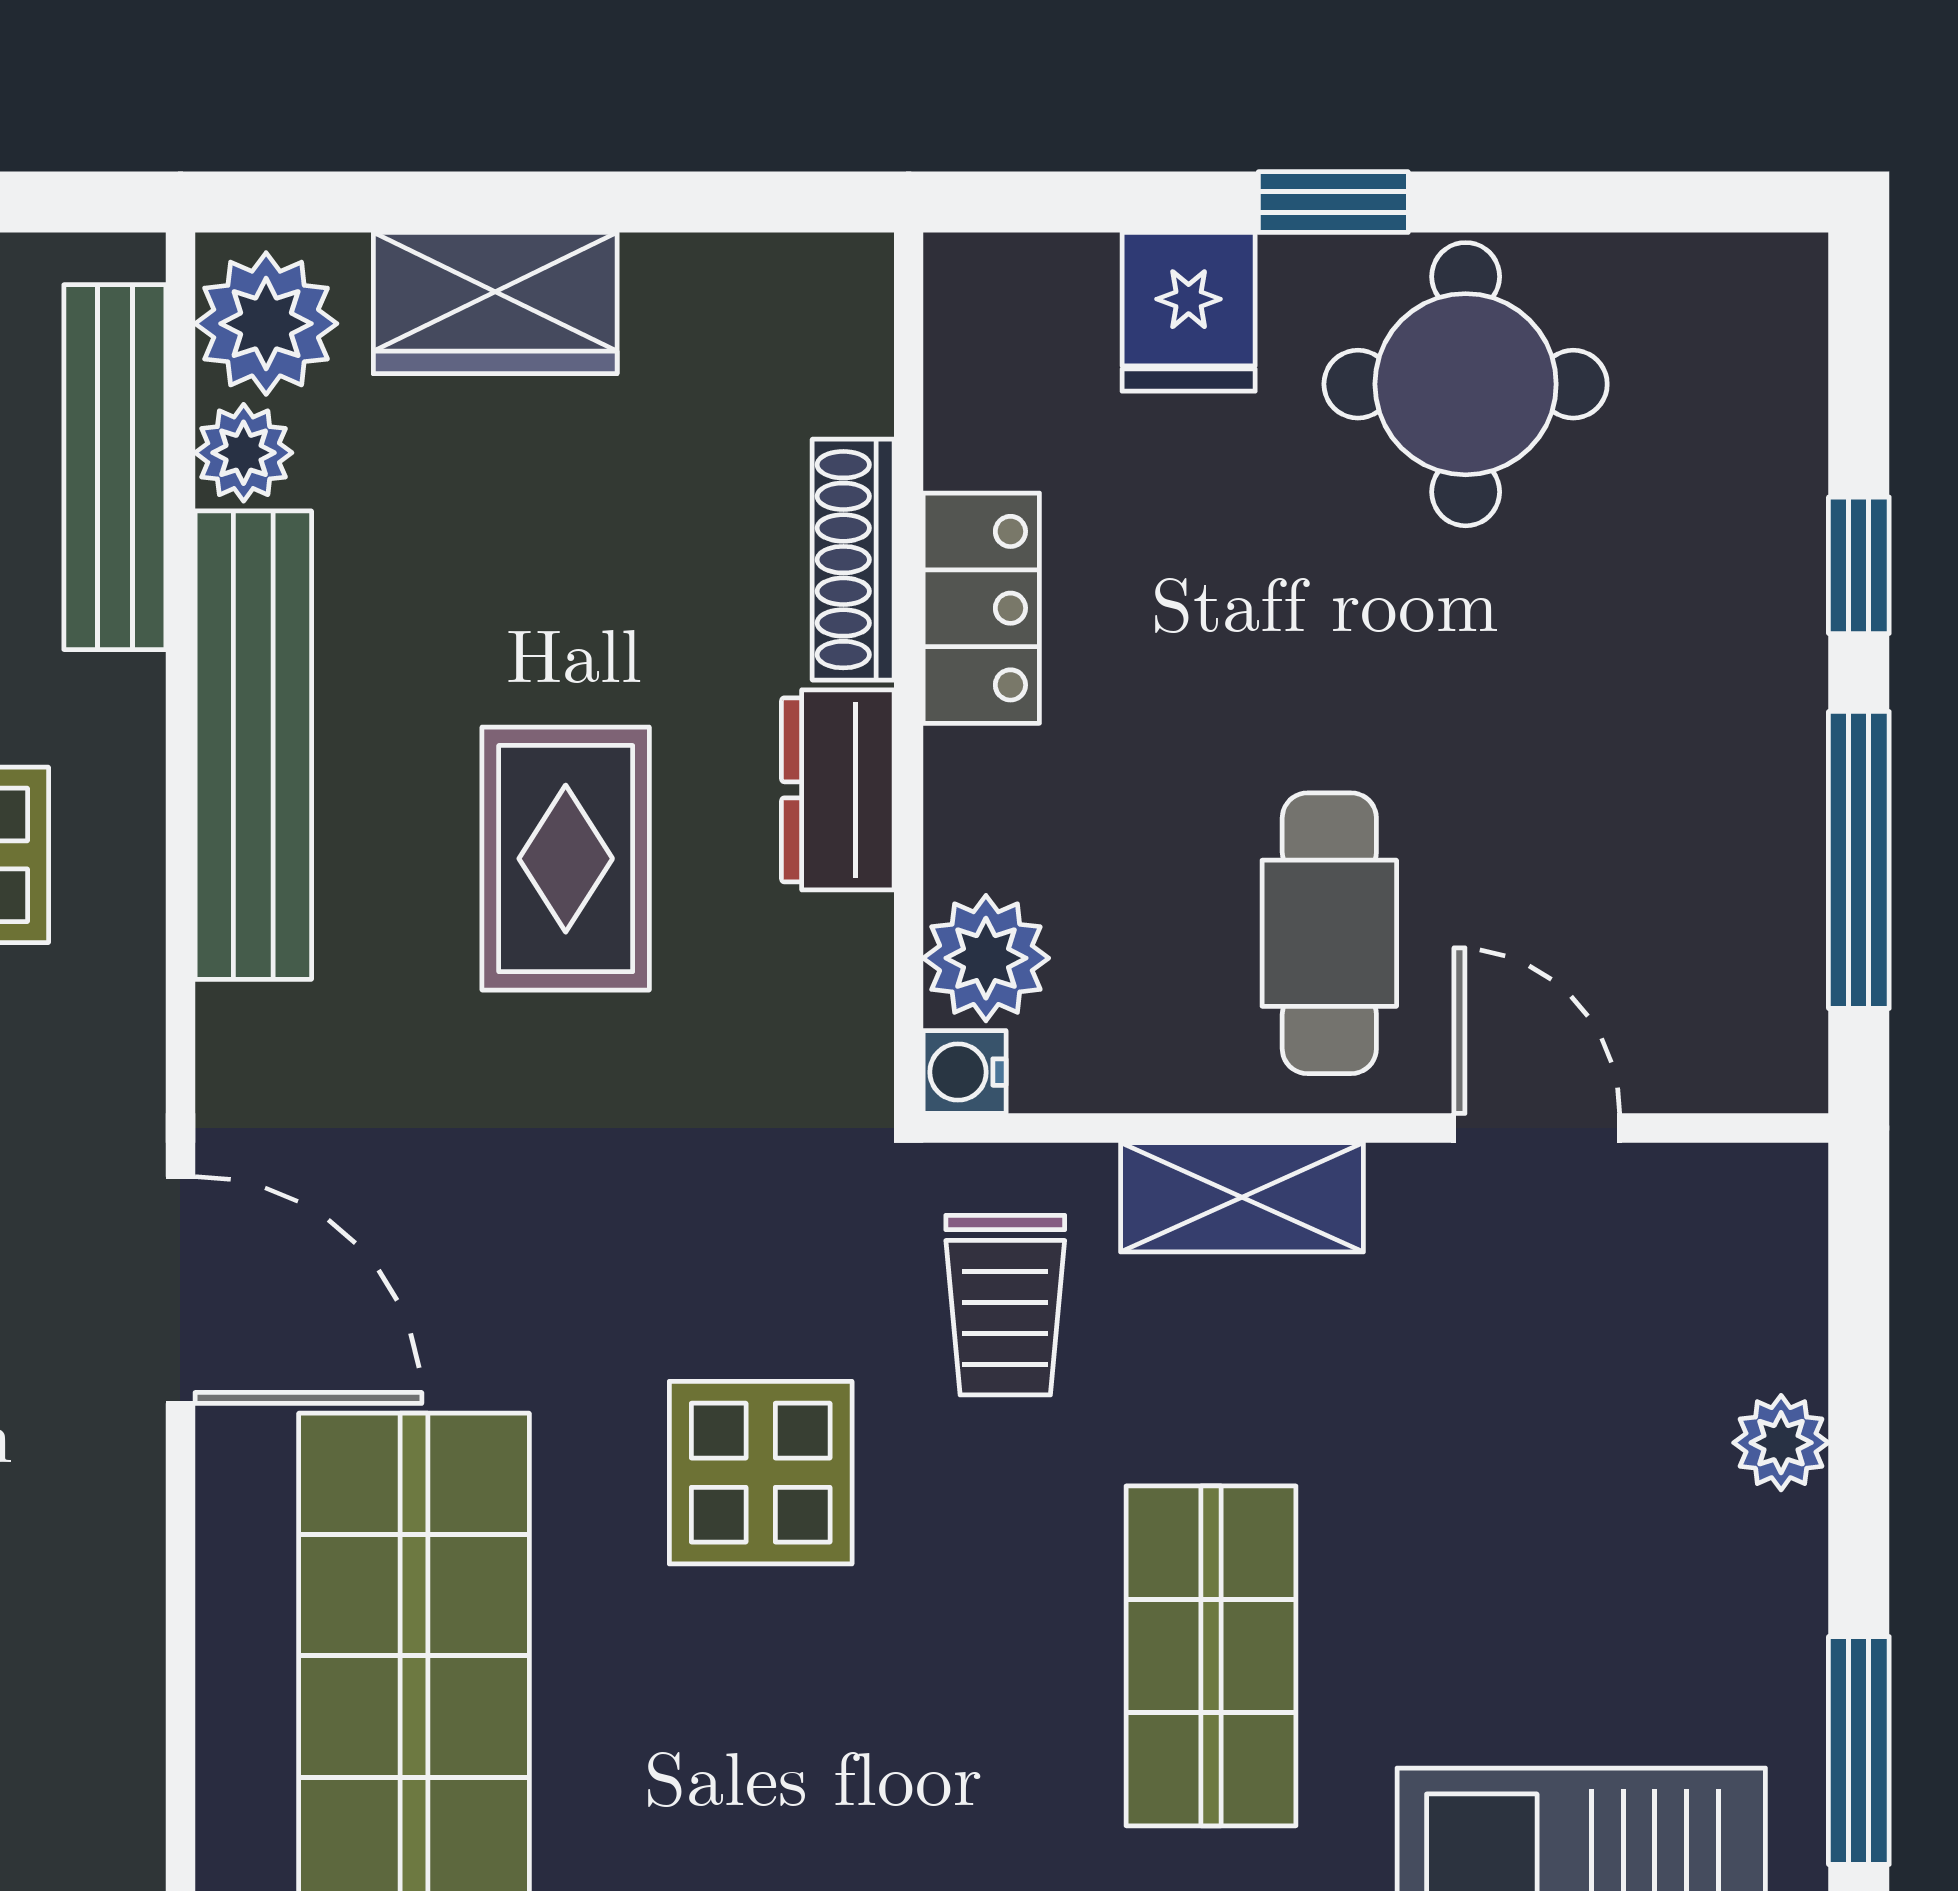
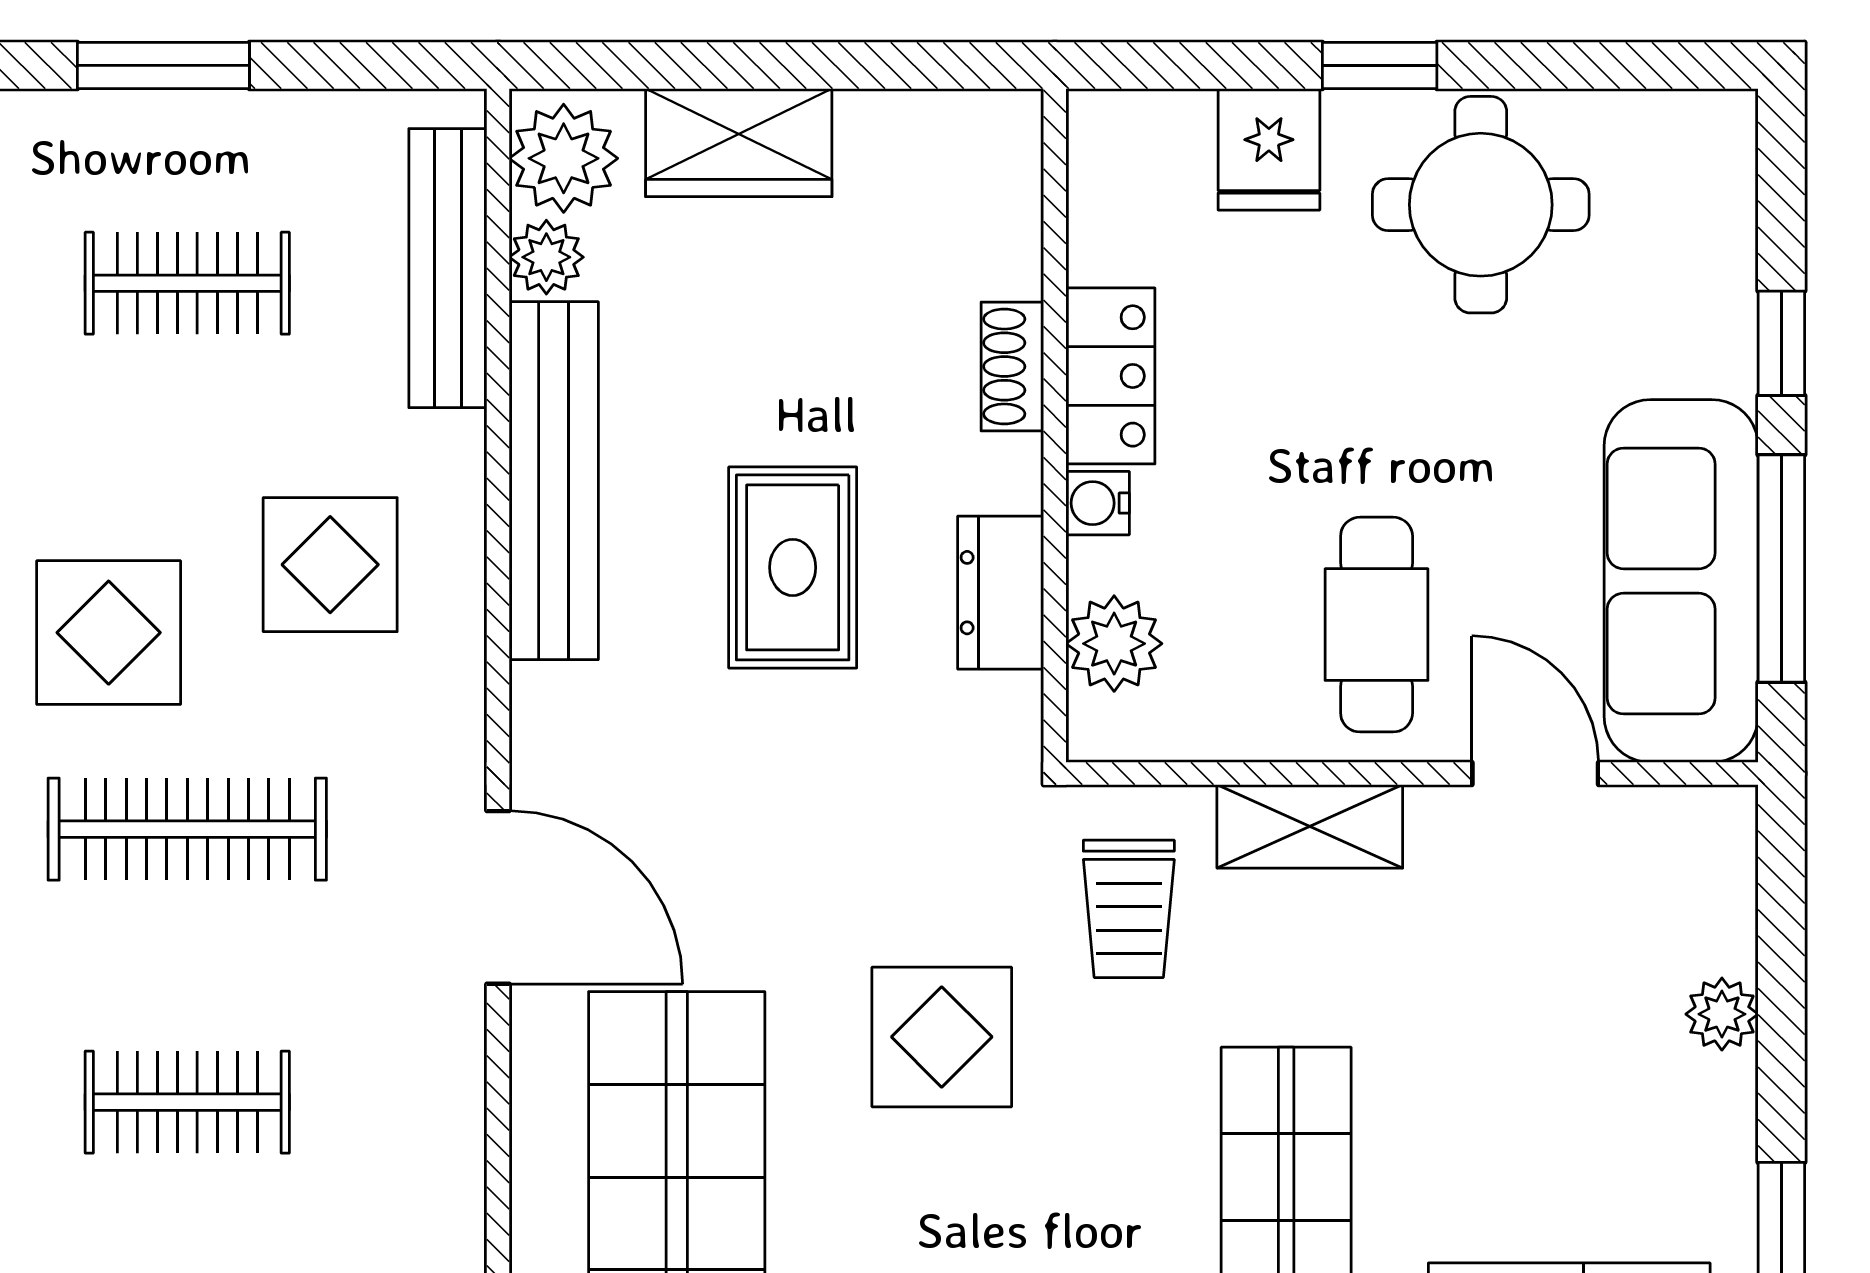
shoe rack: (853, 560) -> (1012, 366), width x0.70
dresser: (838, 790) -> (1001, 593), moved
sofa: (1728, 876) -> (1681, 581), added
water cooler: (965, 1072) -> (1098, 503), moved

